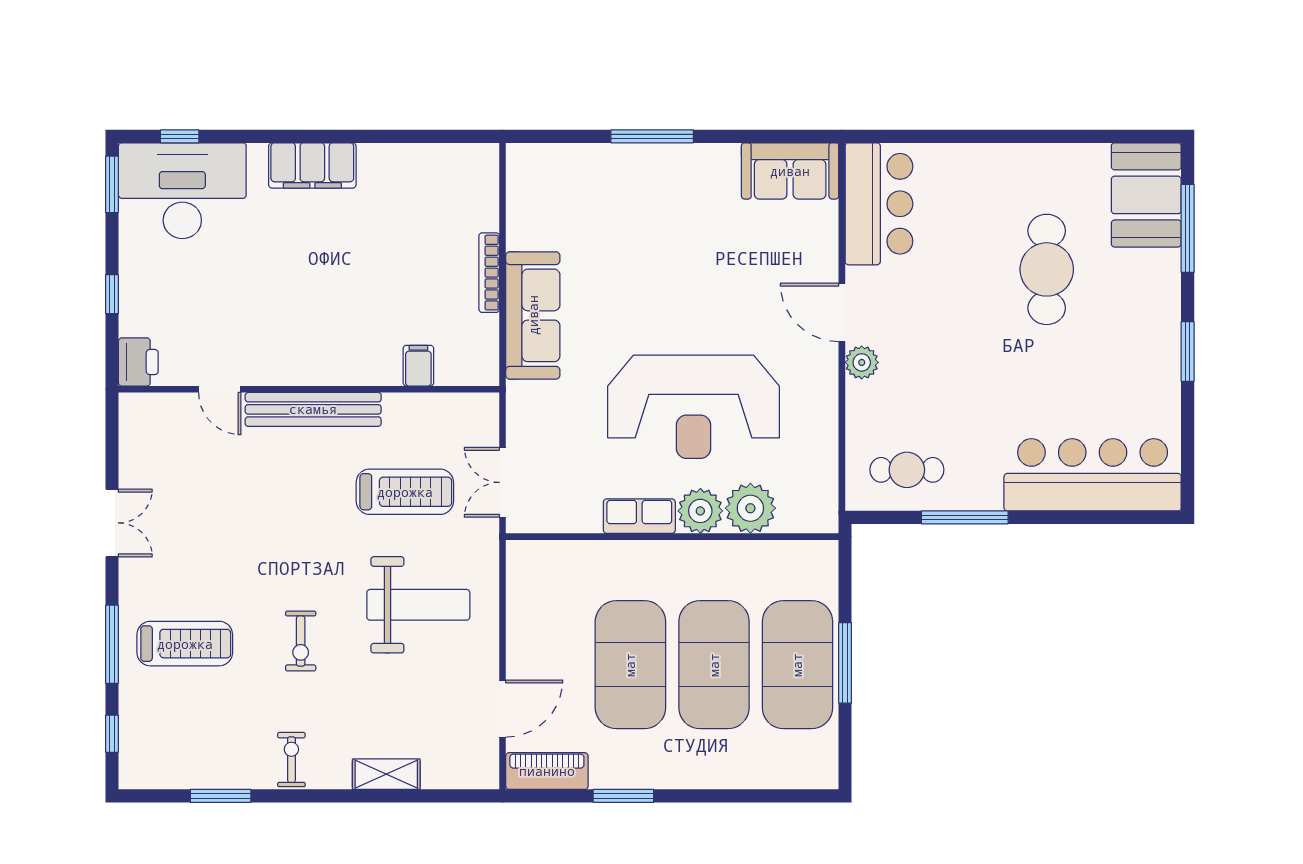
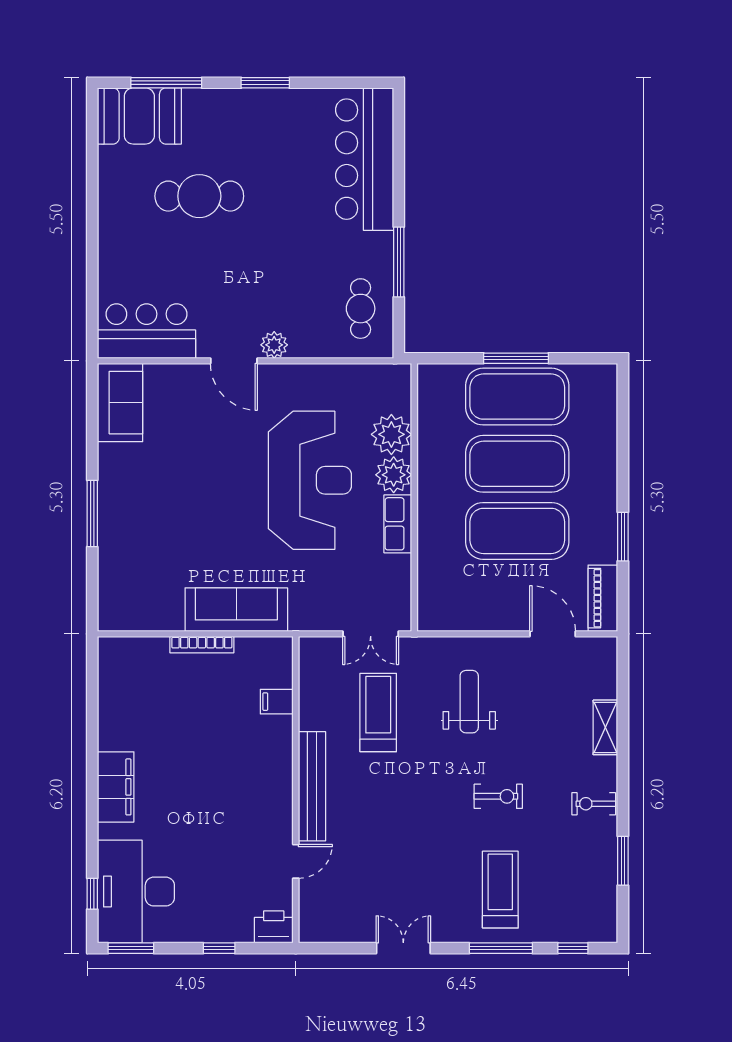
door: (842, 312) -> (234, 361), hinge flipped
weight bench: (418, 605) -> (469, 702), width x0.73, depth x0.75

